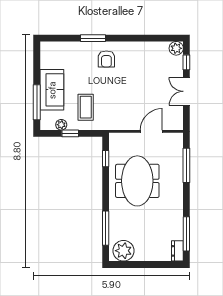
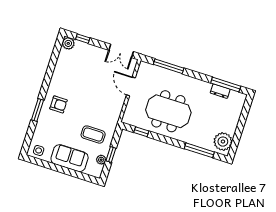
side table: (49, 53) -> (39, 150), added
double door: (186, 91) -> (121, 51), moved
window: (37, 102) -> (76, 174), removed
dresser: (177, 251) -> (220, 91), moved

